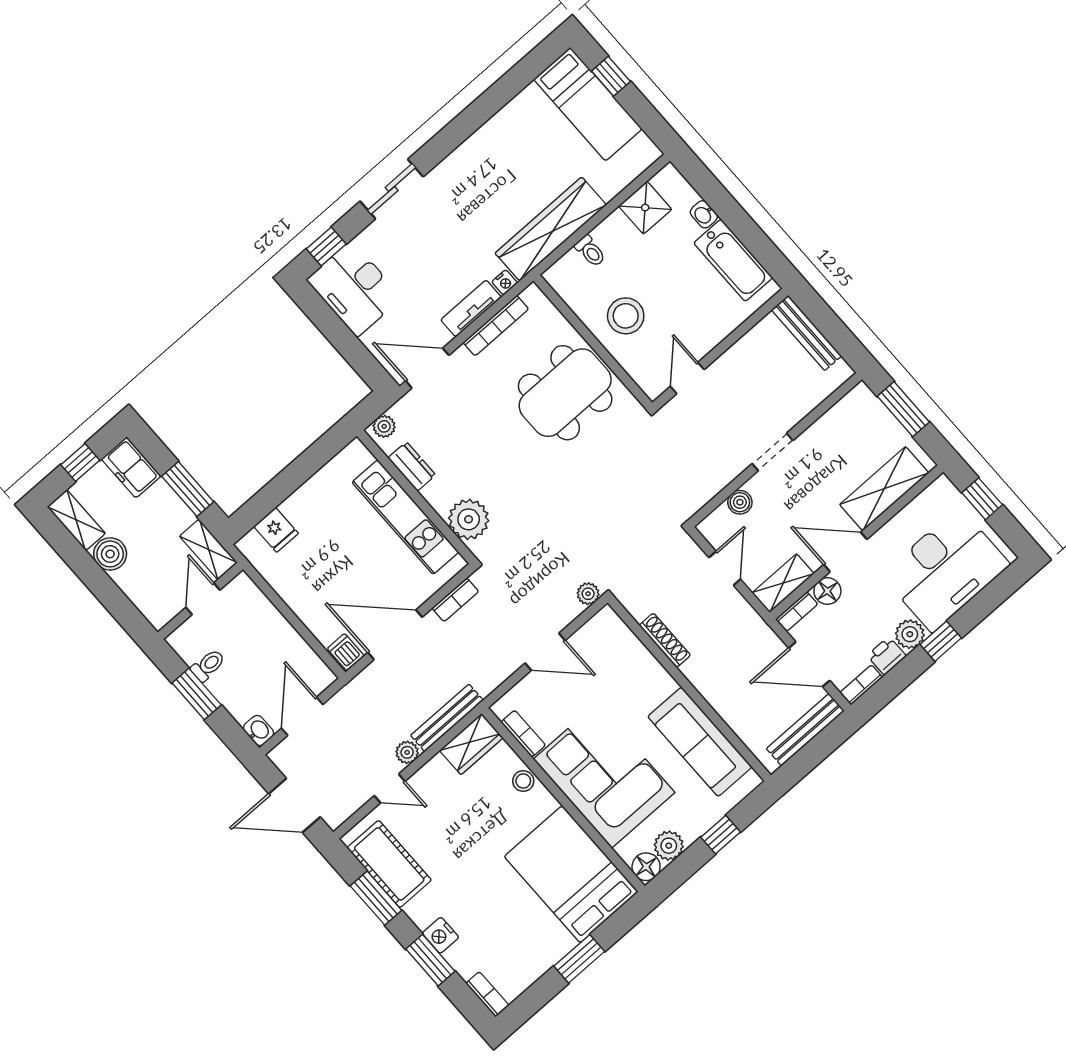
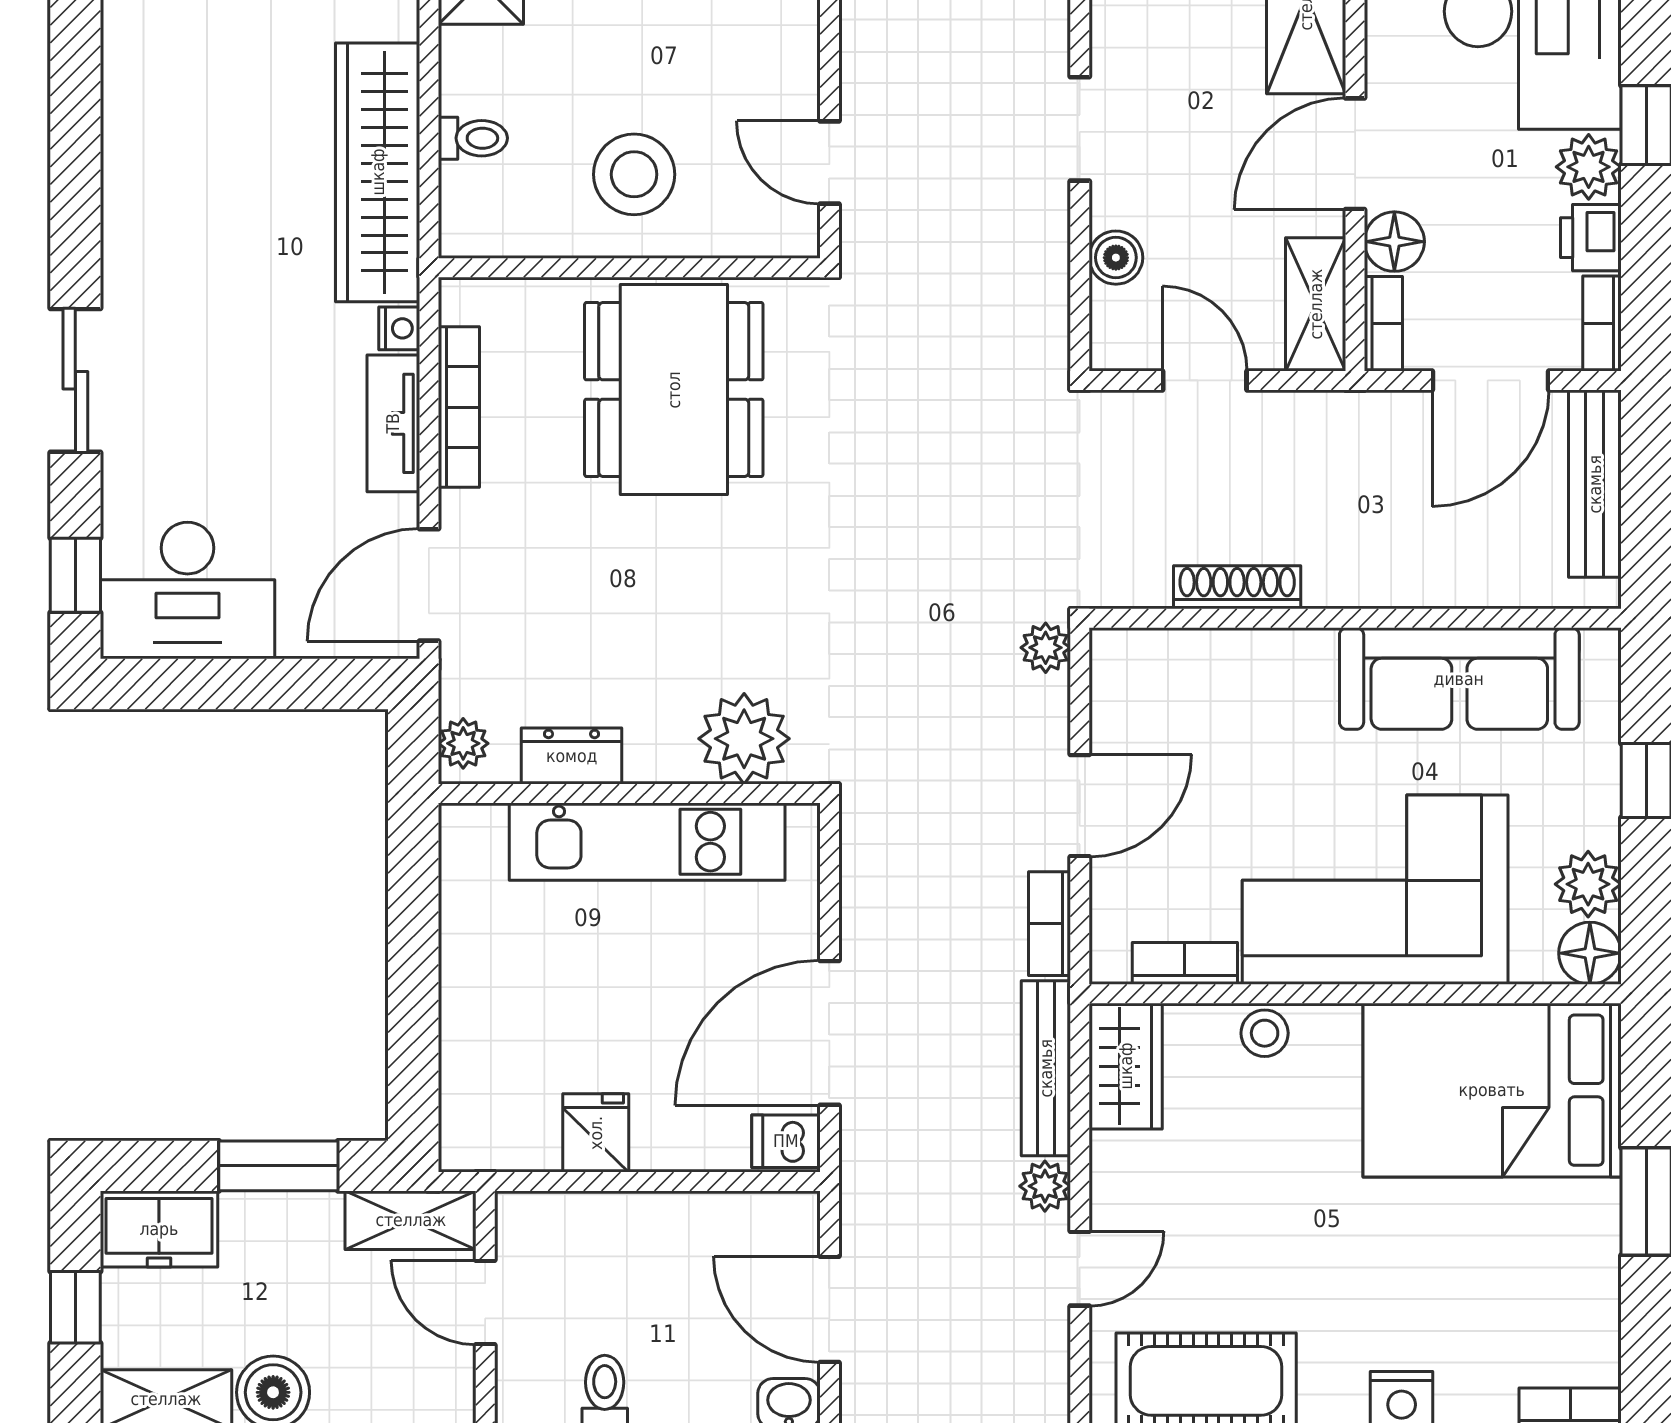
fridge: (276, 530) -> (596, 1133), moved, turned -90
bookcase: (455, 600) -> (1050, 924), moved, turned 180

